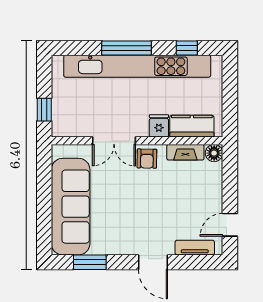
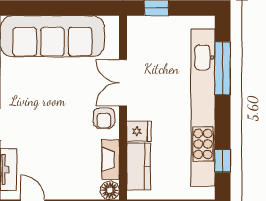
window: (126, 48) -> (223, 68), moved
armchair: (147, 159) -> (104, 118), turned -91

